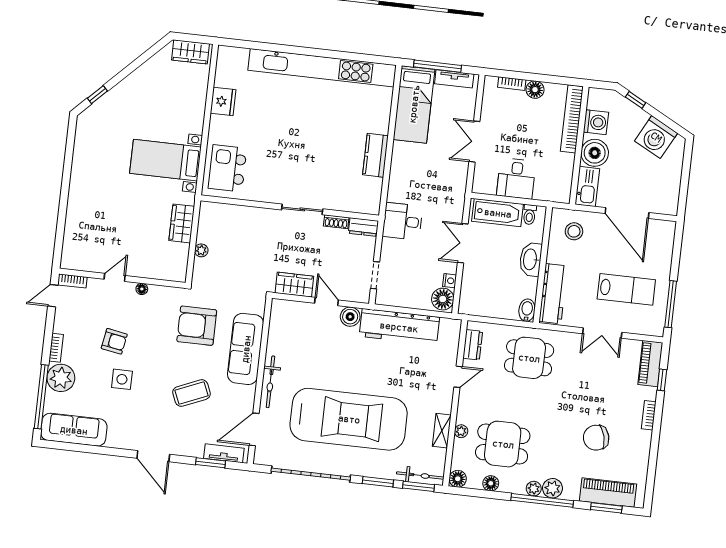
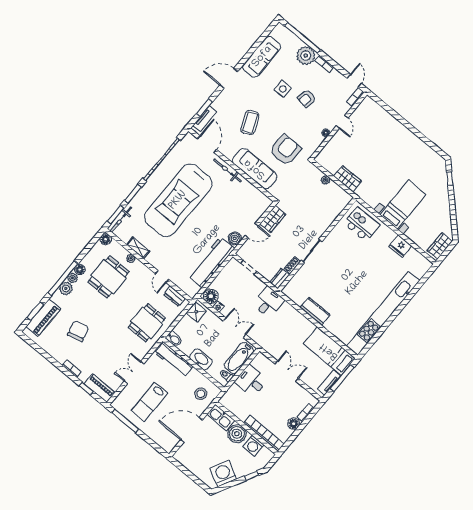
bed with nightstands: (165, 160) -> (403, 205), moved
shower: (474, 305) -> (196, 312), added
sofa: (74, 430) -> (262, 57), moved
floor lamp: (491, 483) -> (80, 270), moved

